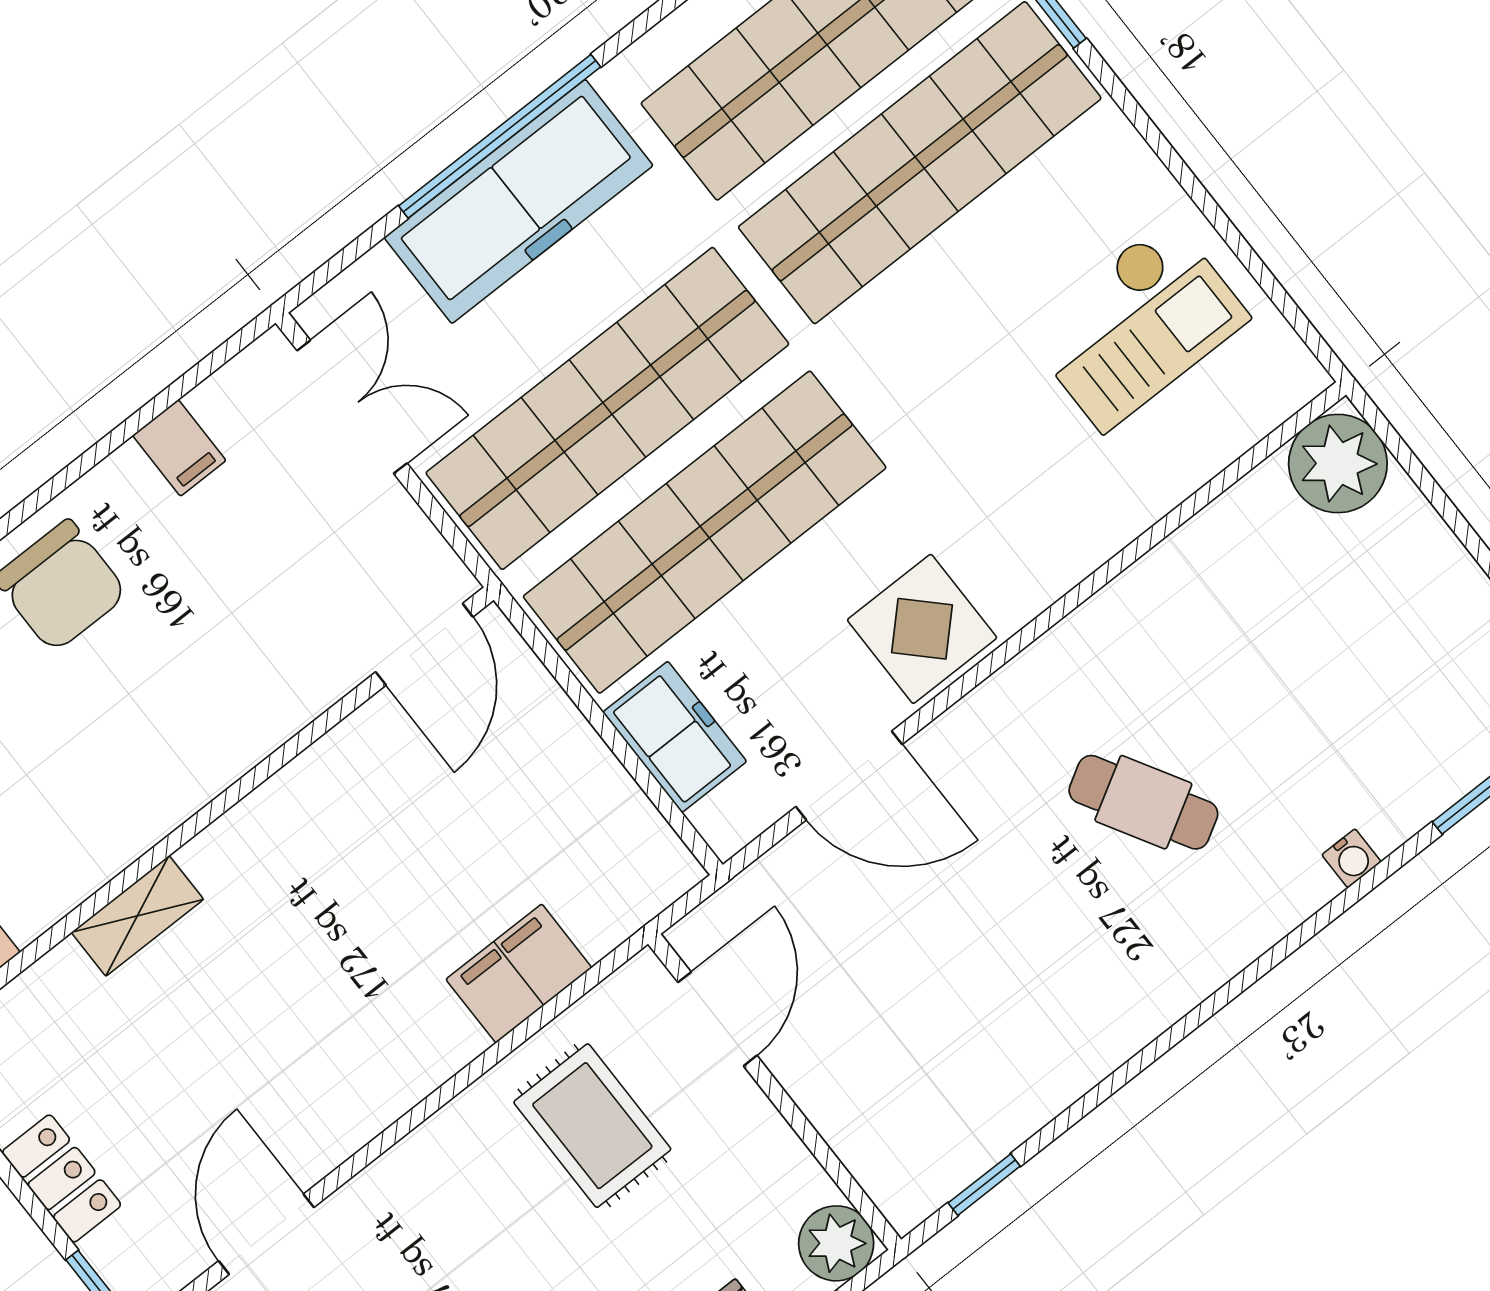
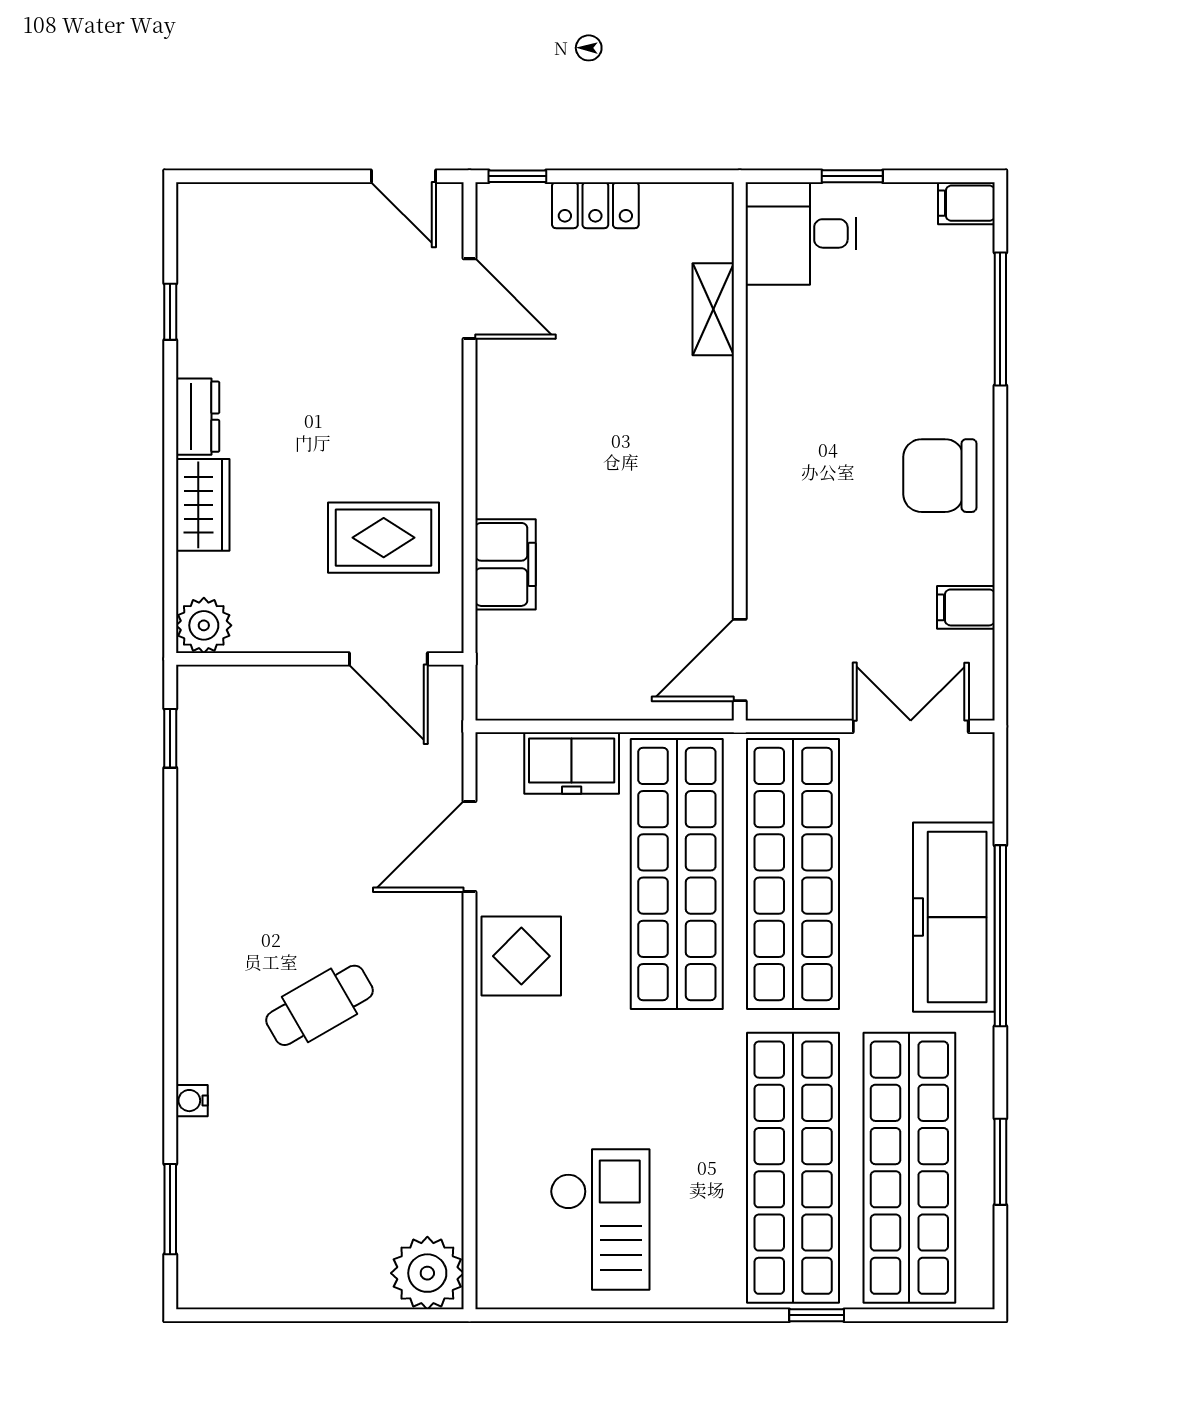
checkout: (1137, 325) -> (600, 1220), turned 180
double door: (352, 407) -> (911, 726), swing flipped
door: (424, 644) -> (740, 660), hinge flipped
shelving: (137, 916) -> (713, 309), moved

